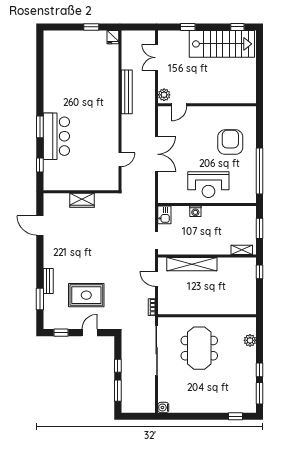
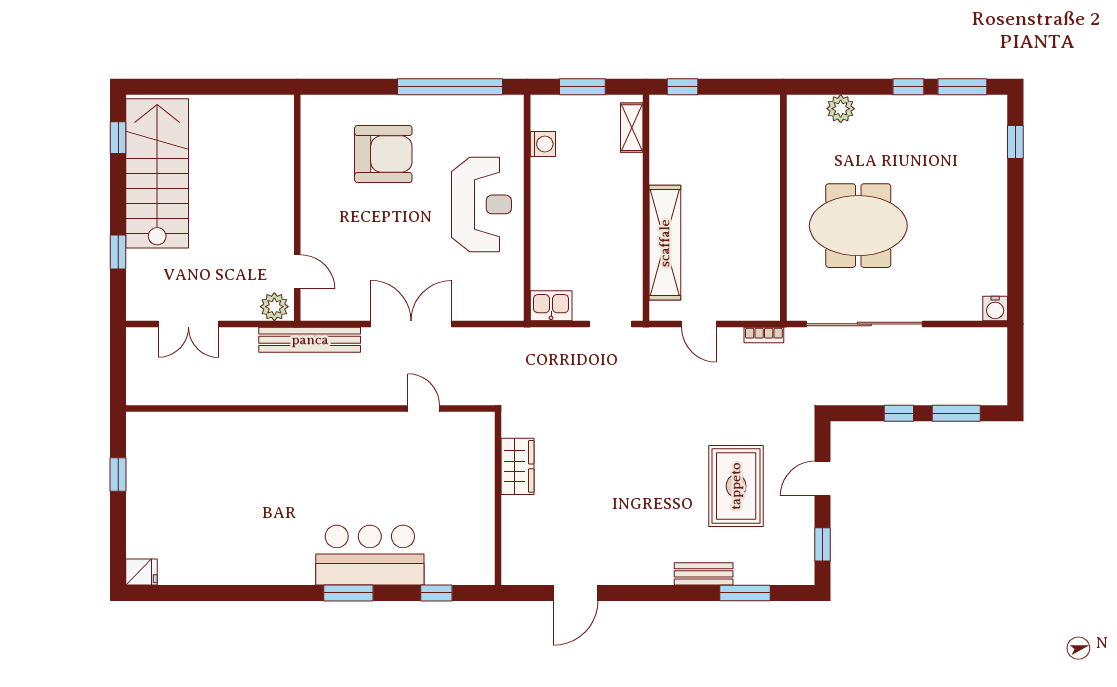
fridge: (113, 37) -> (142, 572), moved
bench: (127, 92) -> (310, 340), moved
armchair: (230, 142) -> (383, 154), turned 180
wardrobe: (82, 200) -> (518, 466), moved
washing machine: (195, 211) -> (543, 144), moved
door: (157, 279) -> (699, 324), hinge flipped
door: (90, 333) -> (823, 478), hinge flipped

